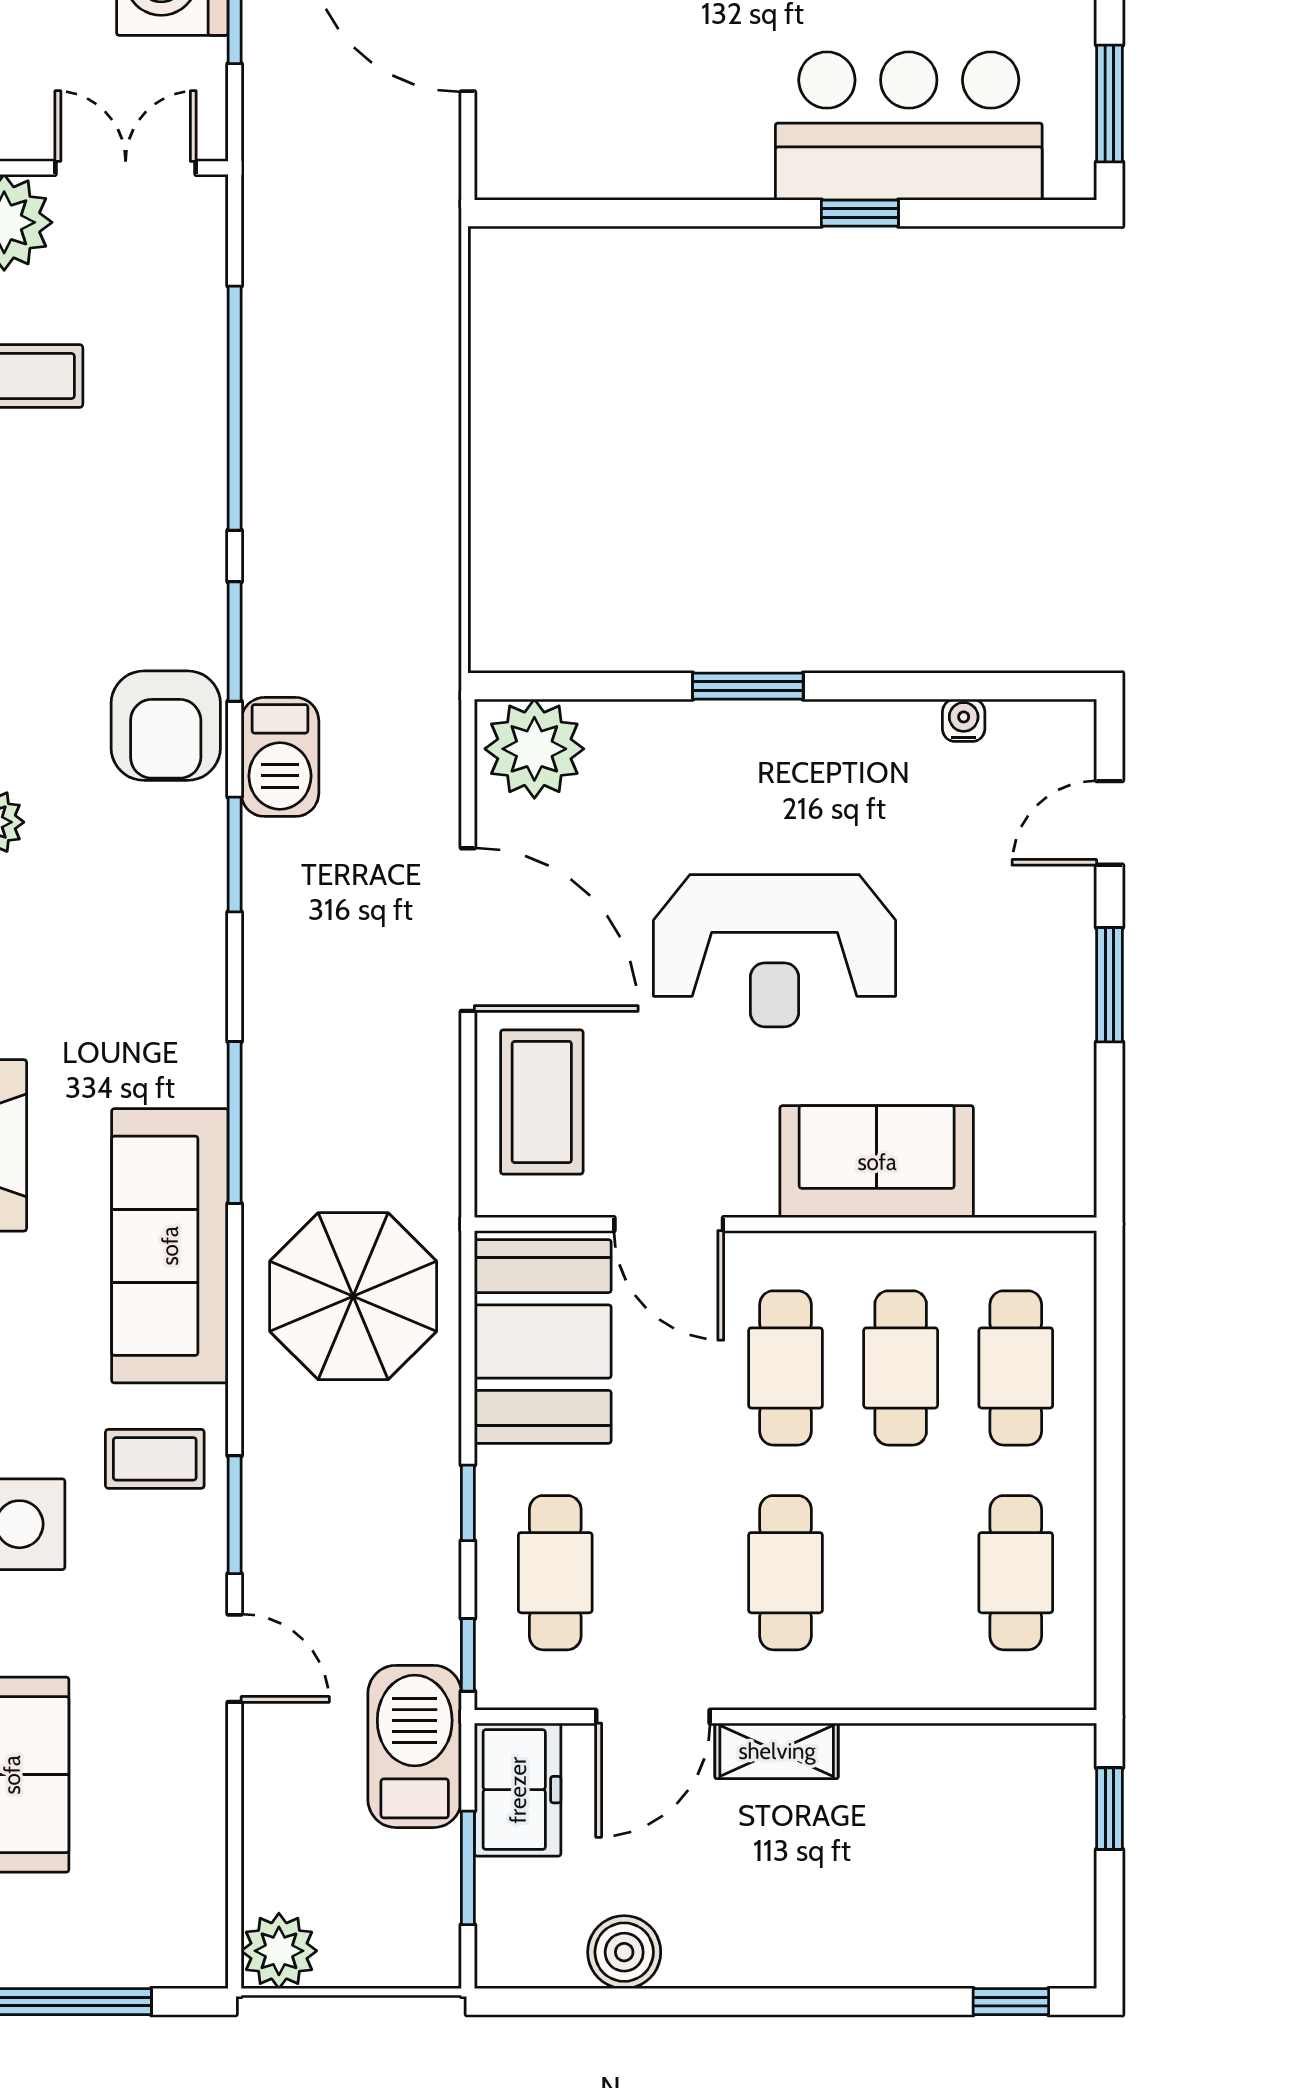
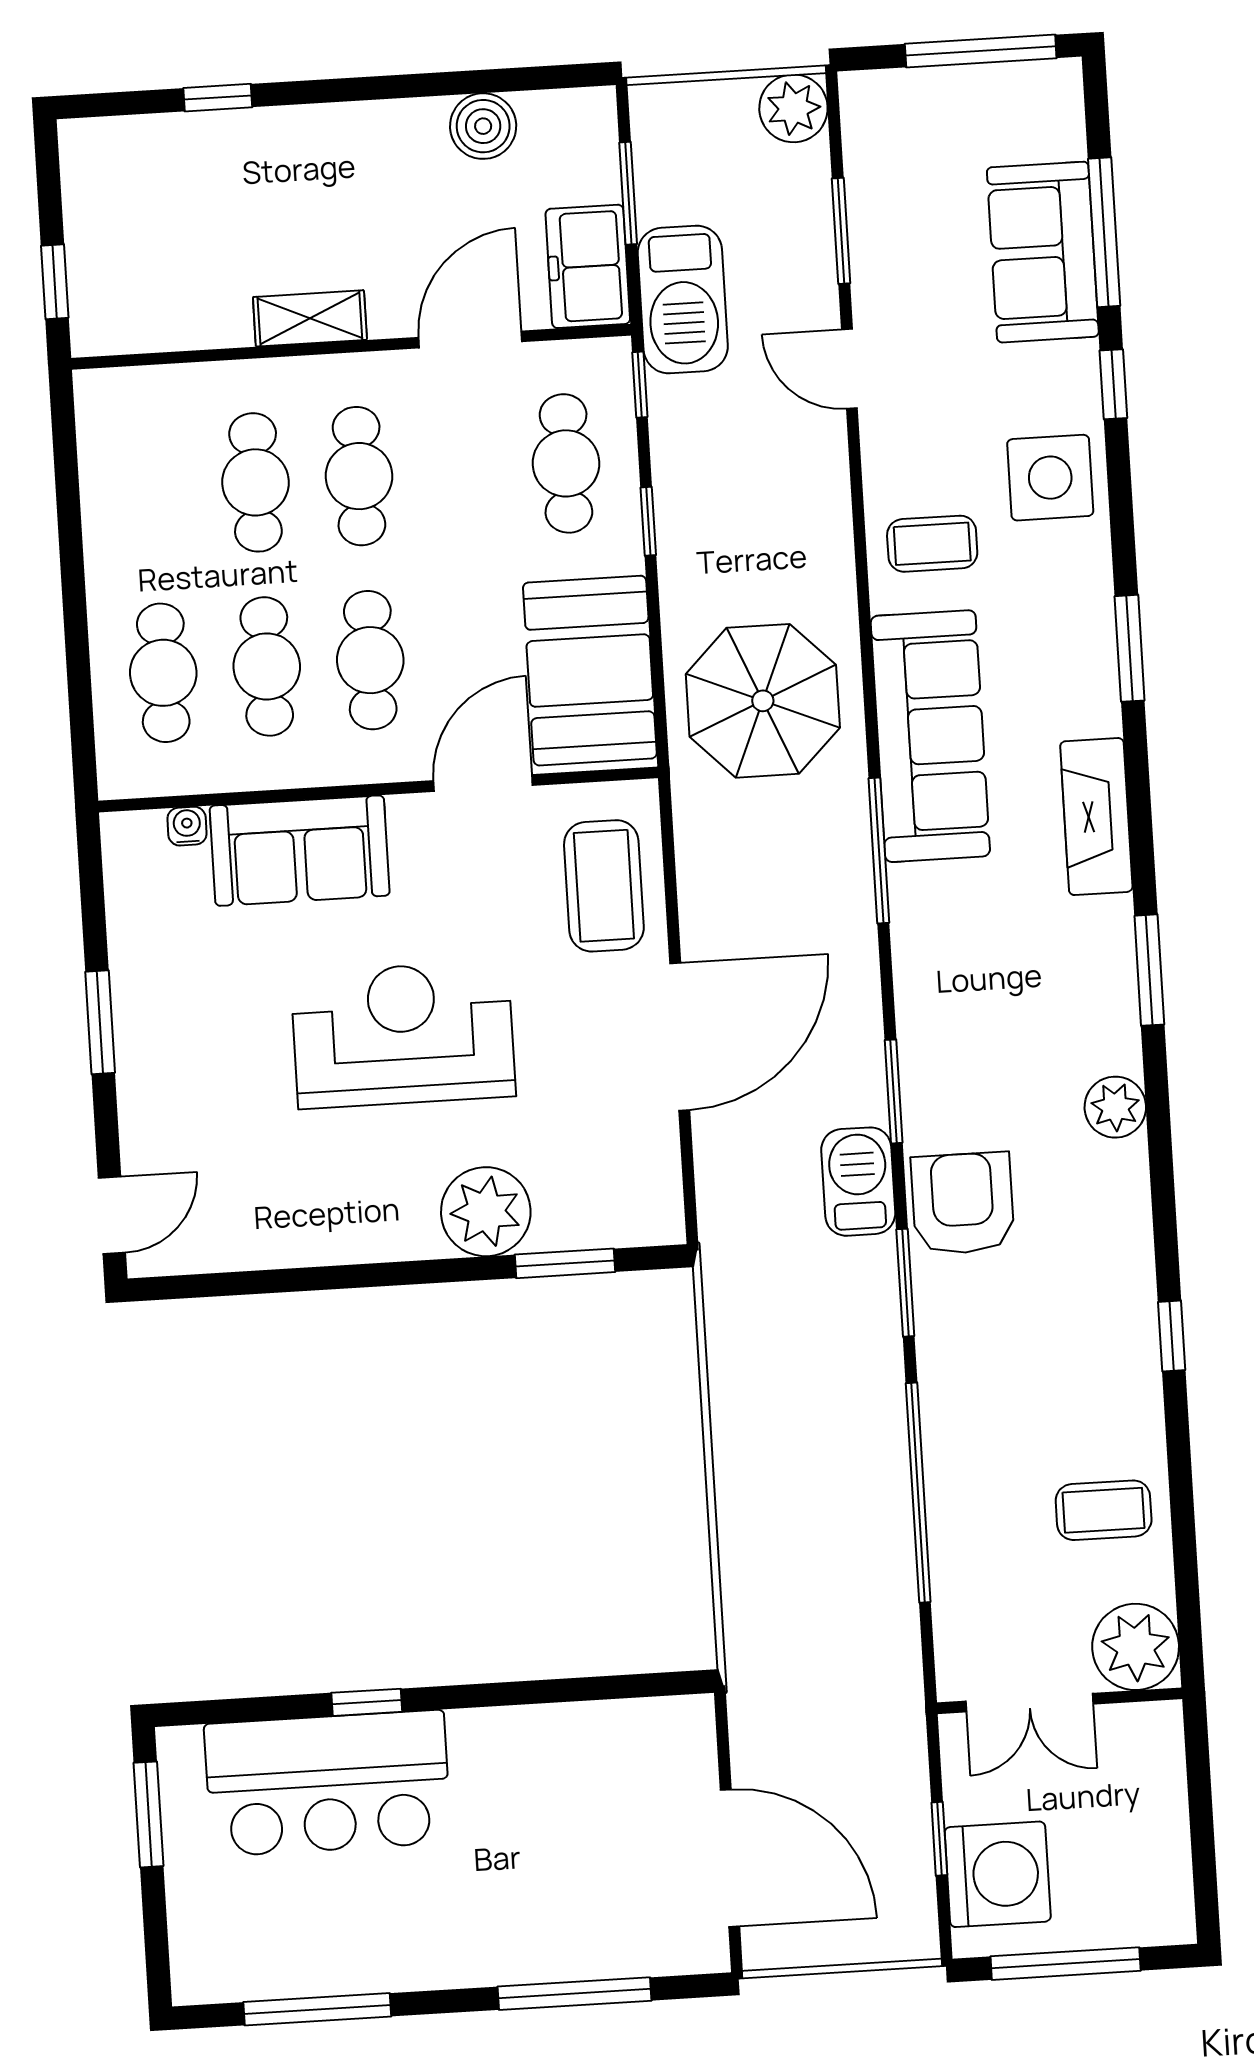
window: (748, 686) -> (565, 1263), moved
water cooler: (964, 720) -> (187, 826), moved, turned 180
plant: (534, 749) -> (486, 1212), moved
door: (1109, 823) -> (112, 1215), moved
door: (468, 930) -> (680, 1037), swing flipped
door: (669, 1224) -> (483, 783), hinge flipped
window: (235, 1515) -> (841, 231), moved
cafe table: (1016, 1573) -> (255, 482), moved
shelving: (777, 1751) -> (310, 318), moved
window: (1011, 2002) -> (218, 98), moved

